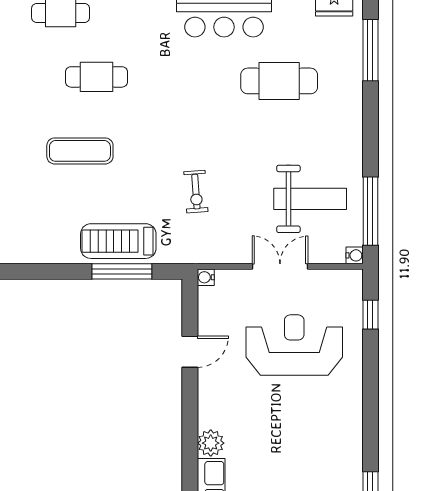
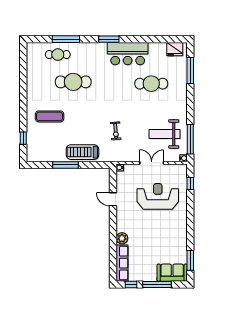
cafe table: (96, 77) -> (73, 82), width x1.37, depth x1.35
exercise mat: (80, 151) -> (50, 116), moved
weight bench: (310, 199) -> (164, 134), turned 180
window: (122, 271) -> (65, 165), moved
door: (190, 352) -> (113, 199), swing flipped

